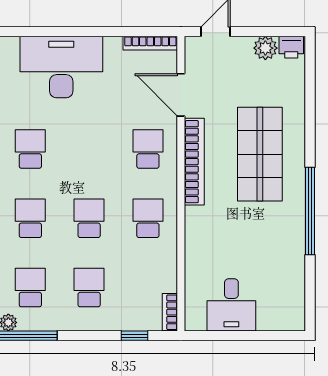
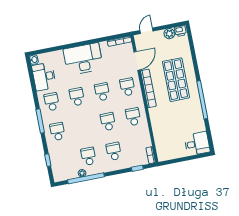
door: (181, 95) -> (137, 61), swing flipped
school desk: (30, 218) -> (102, 92), moved
desk: (231, 305) -> (197, 144), moved, turned -90

